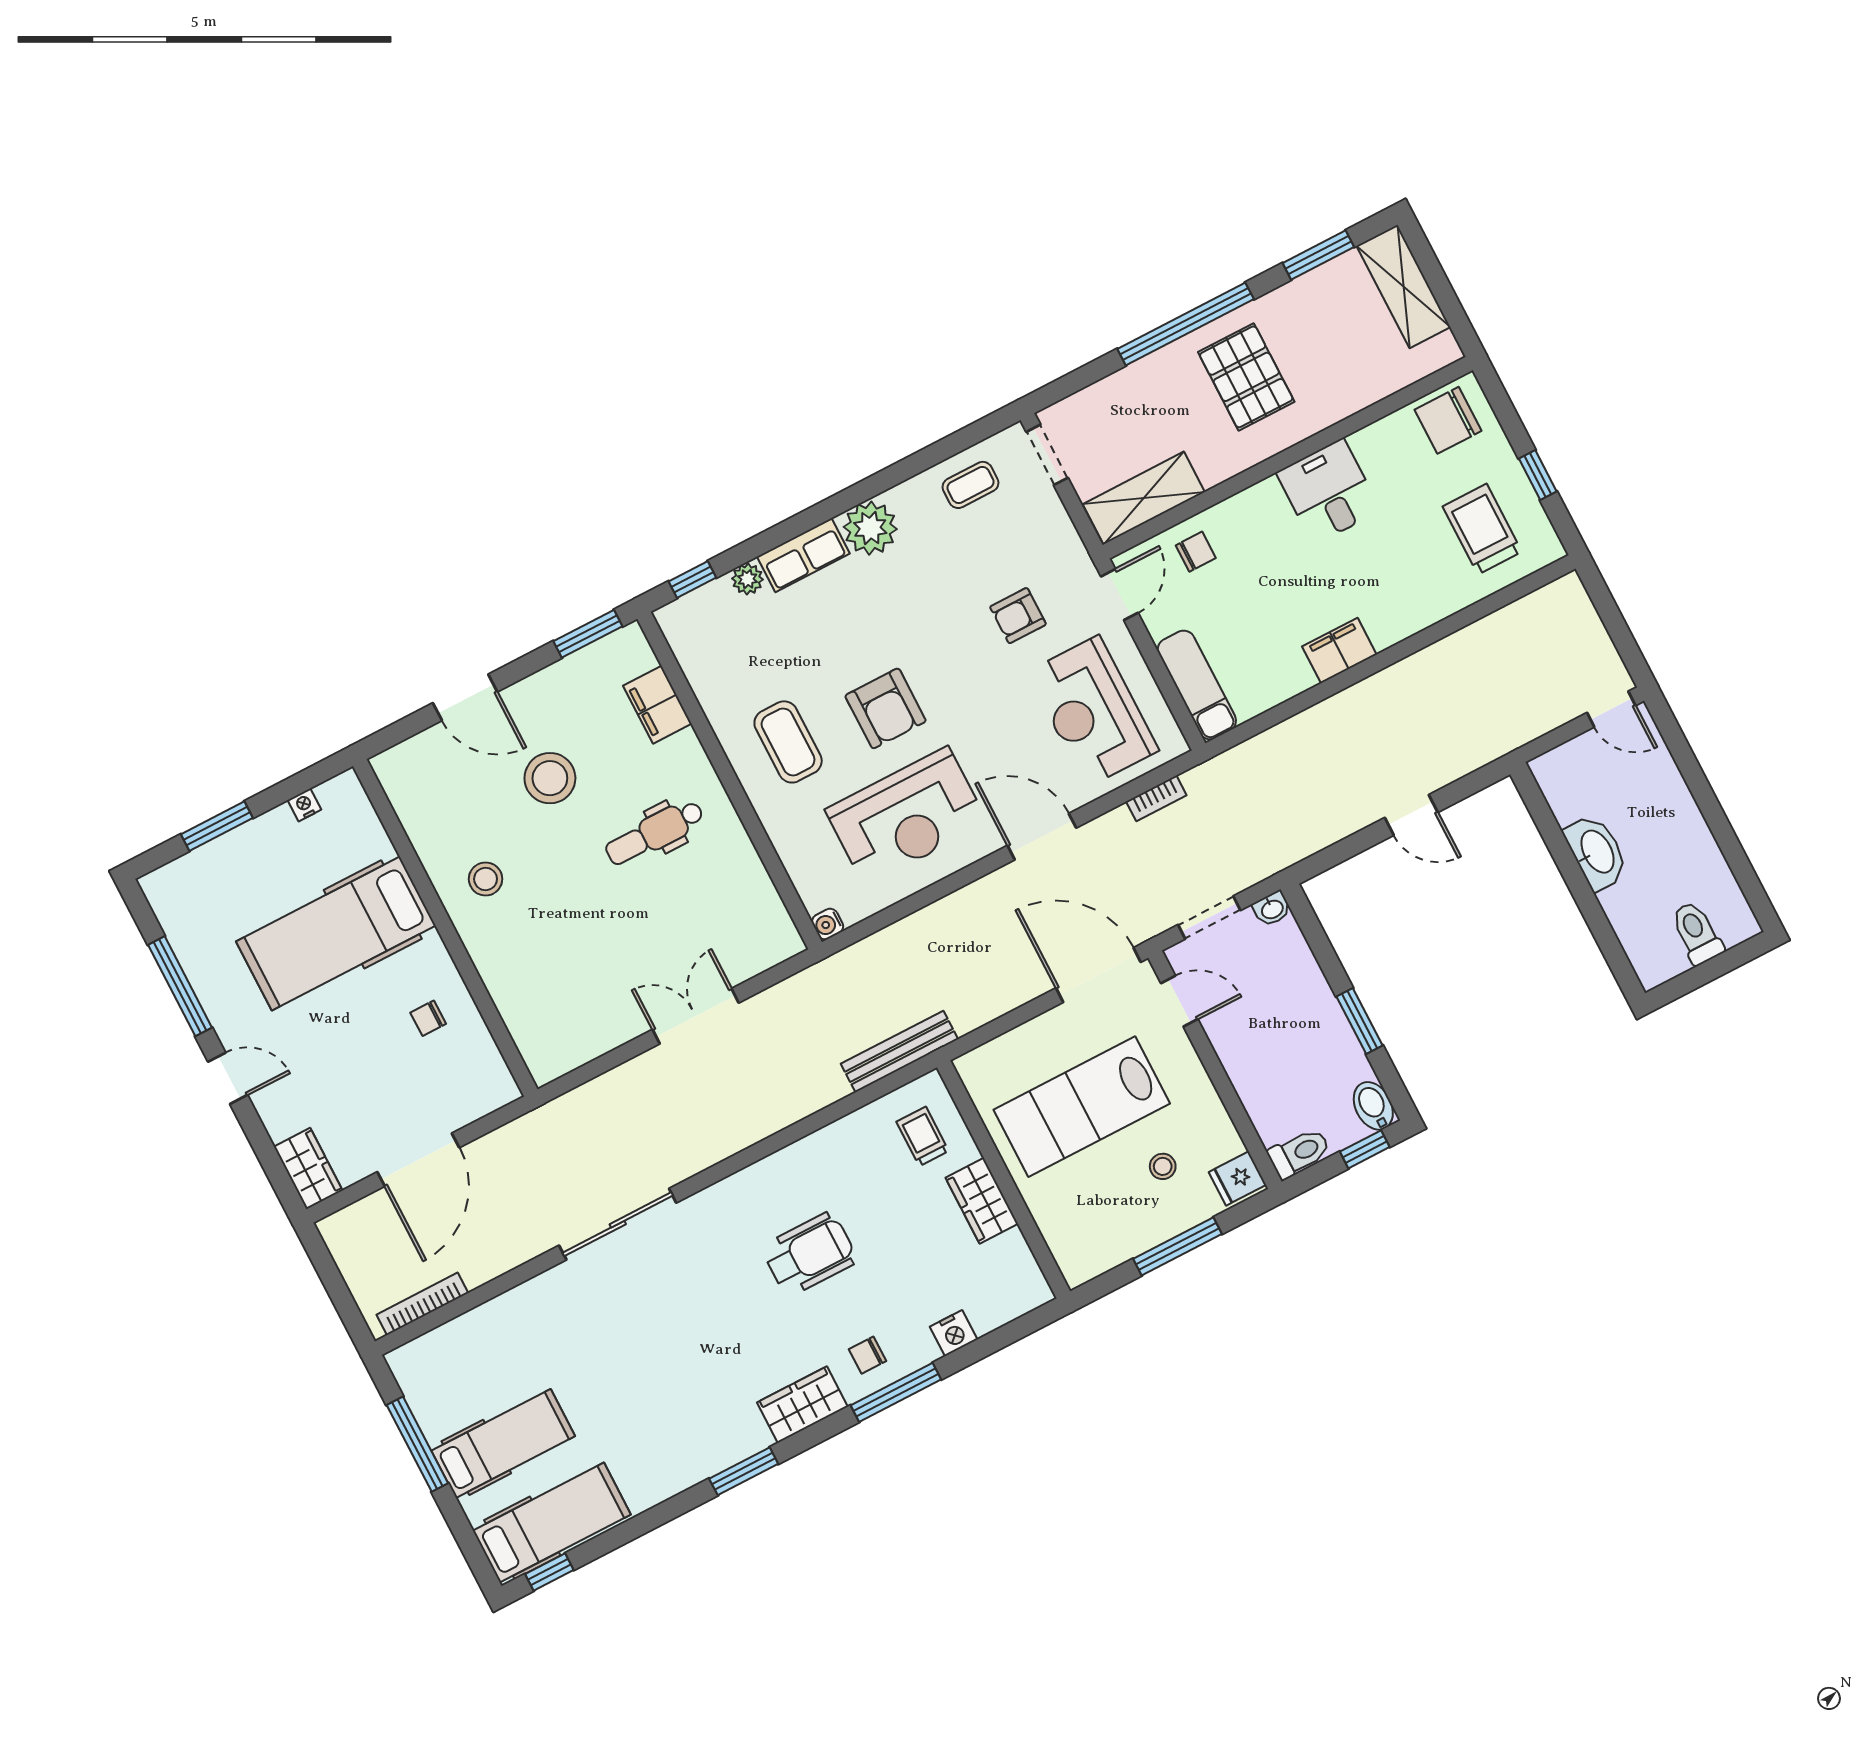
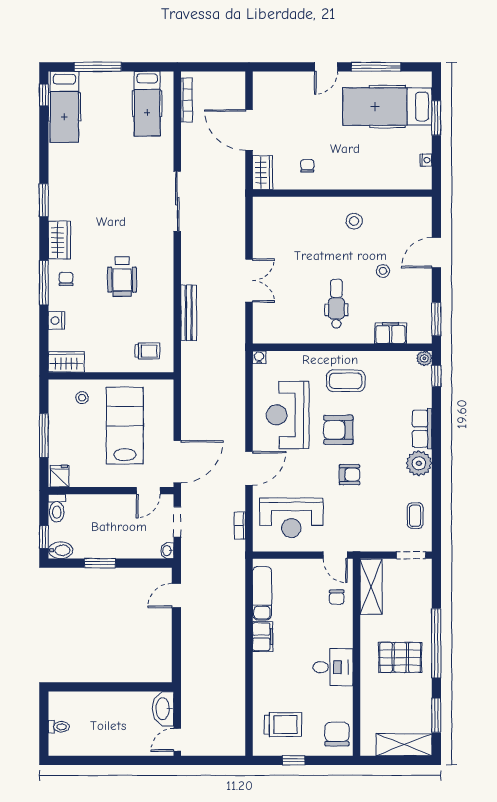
plant: (747, 579) -> (424, 358), moved
armchair: (1018, 616) -> (349, 475), moved, turned 90
exam couch: (1197, 685) -> (262, 593), moved, turned -90
reception desk: (1093, 711) -> (291, 518), turned 180
stool: (550, 778) -> (383, 271), width x0.53, depth x0.53
door: (1411, 815) -> (176, 596), moved
washbasin: (1596, 852) -> (163, 709), moved, turned 90
hospital bed: (336, 933) -> (387, 107), moved, turned -90
toilet: (1697, 933) -> (59, 727), width x0.73, depth x0.72
bench: (899, 1051) -> (189, 313), moved
stool: (1163, 1166) -> (82, 398), moved
wardrobe: (308, 1169) -> (262, 172), moved, turned -90
wardrobe: (982, 1201) -> (66, 362), moved
hospital bed: (503, 1443) -> (147, 104), moved
window: (417, 1444) -> (98, 67), moved

